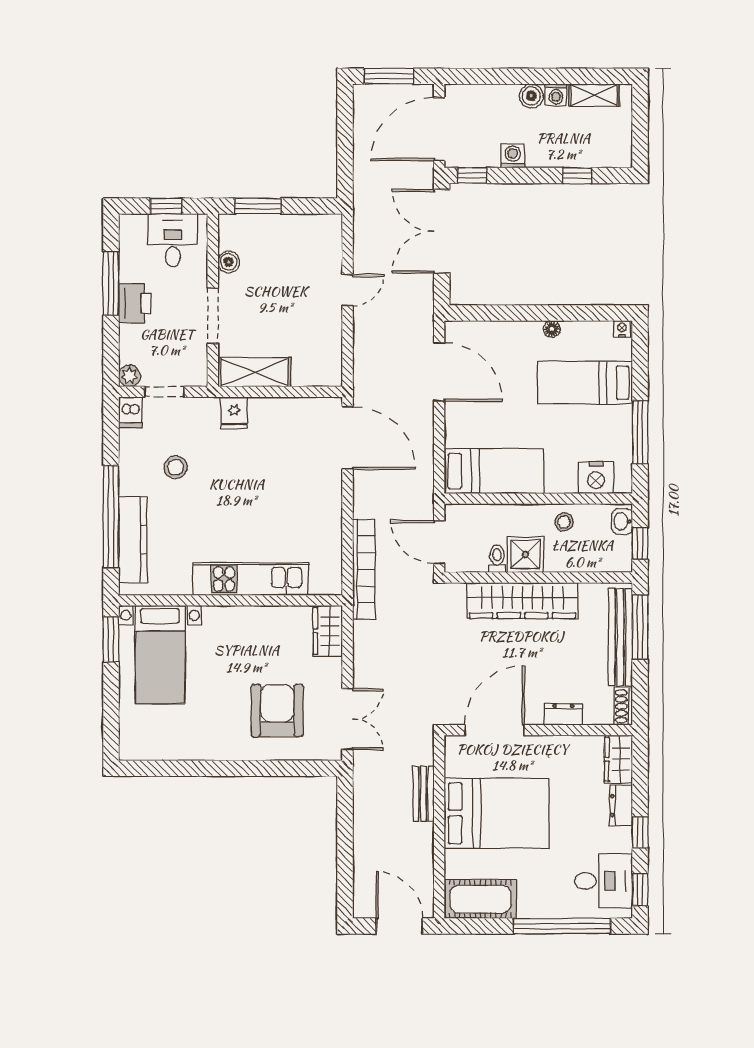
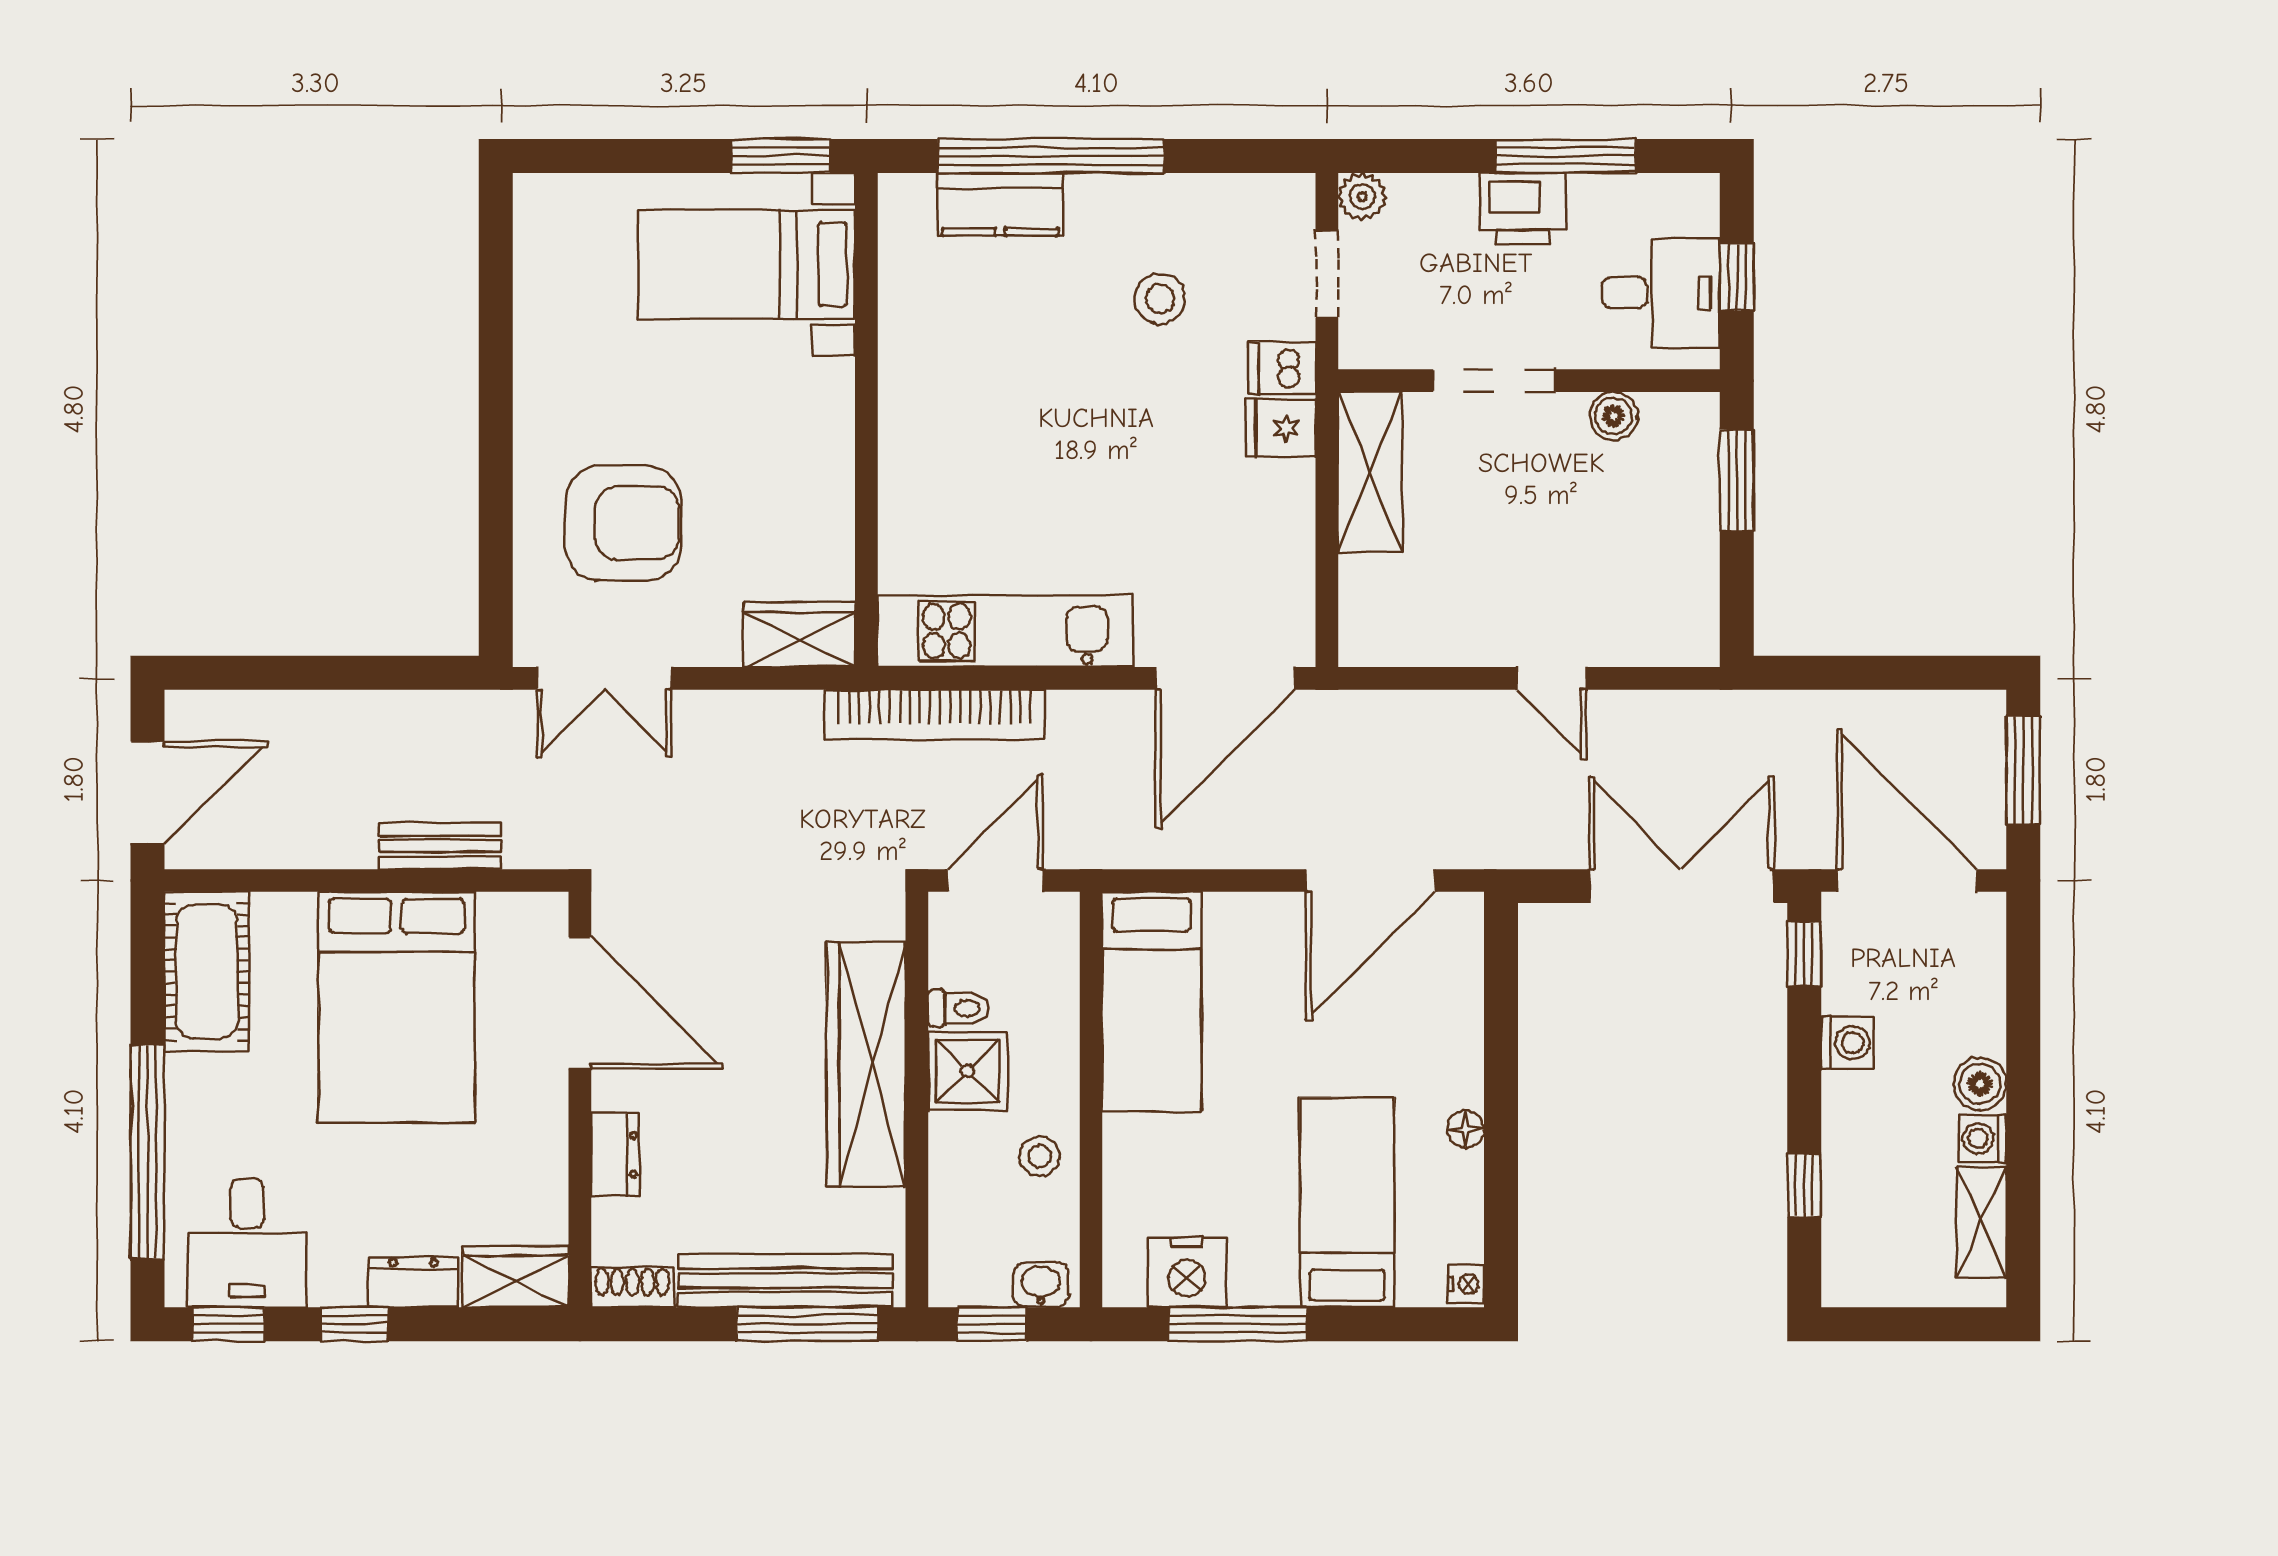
dishwasher: (130, 412) -> (1282, 368), moved
nightstand: (596, 478) -> (1187, 1272), moved, turned -90
kitchen counter: (133, 540) -> (1000, 204), width x0.67
kitchen unit: (251, 579) -> (1005, 631), moved, turned -90

